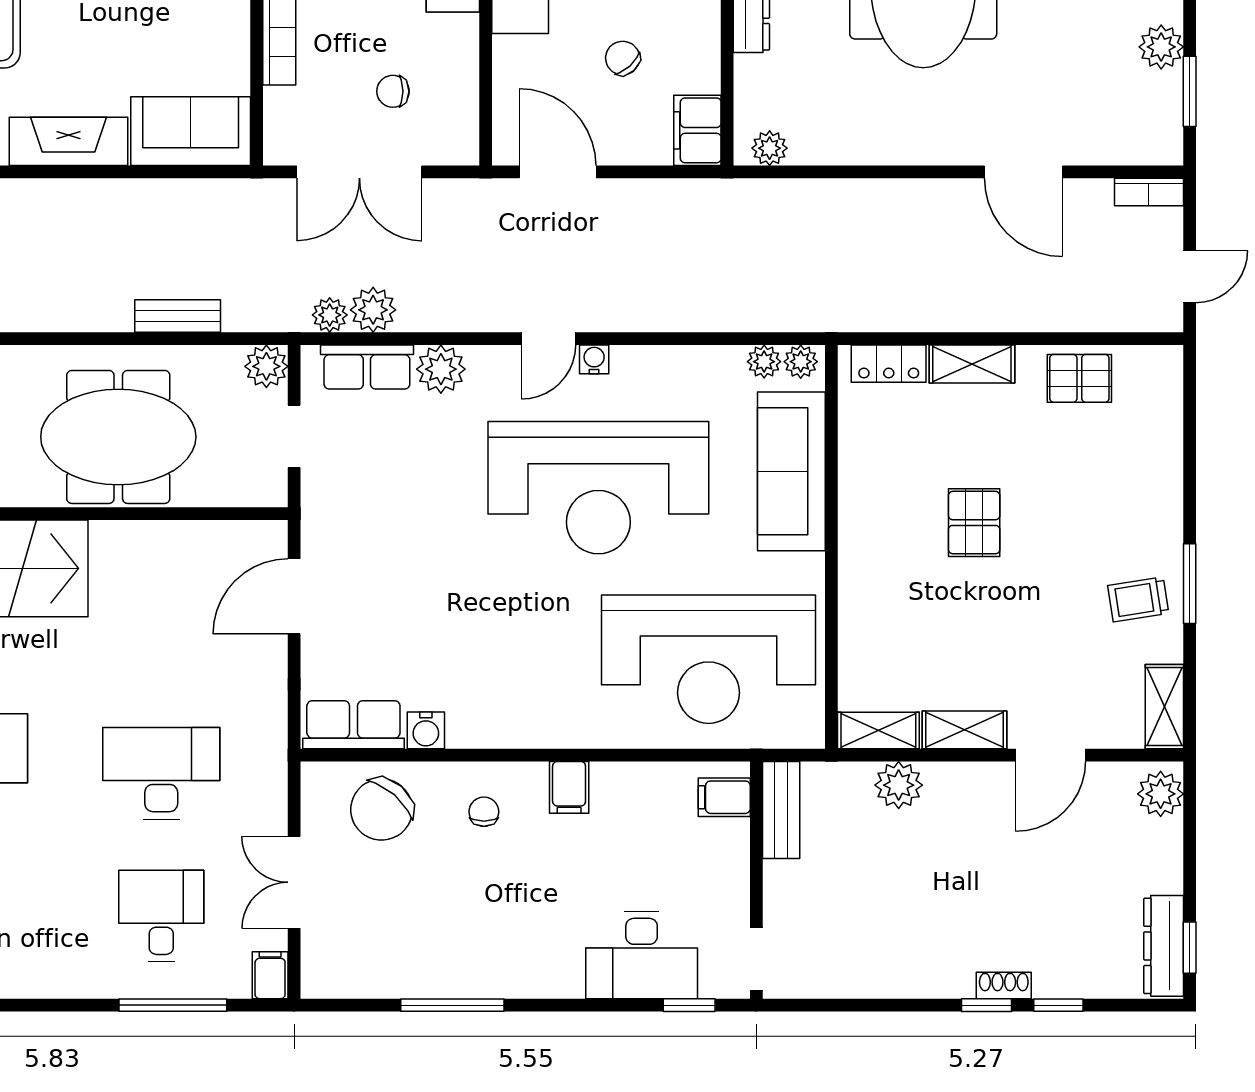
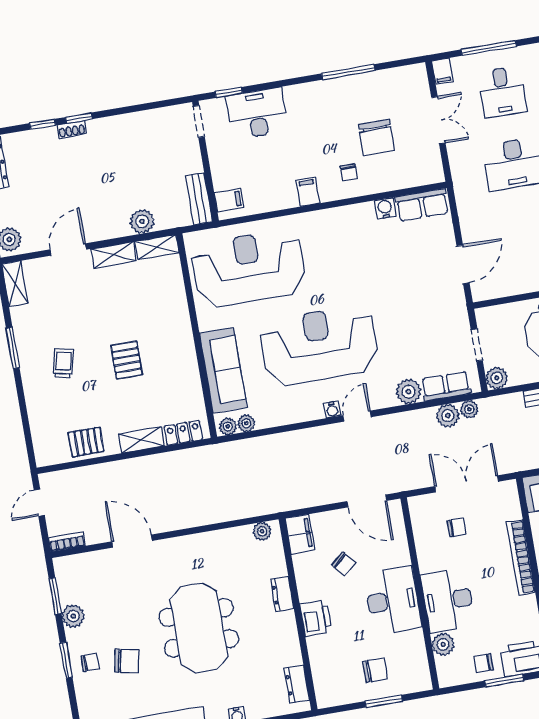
trolley: (1138, 599) -> (63, 363), moved, turned -68
chair: (382, 810) -> (376, 138), moved, turned 139

